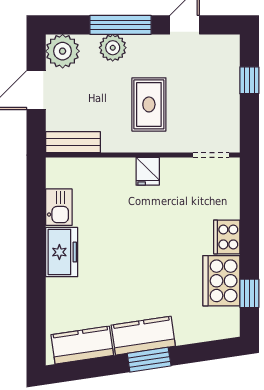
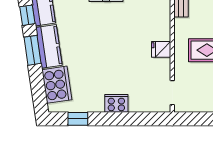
cooker: (221, 281) -> (57, 85), moved, turned 82
window: (98, 367) -> (27, 15), added

